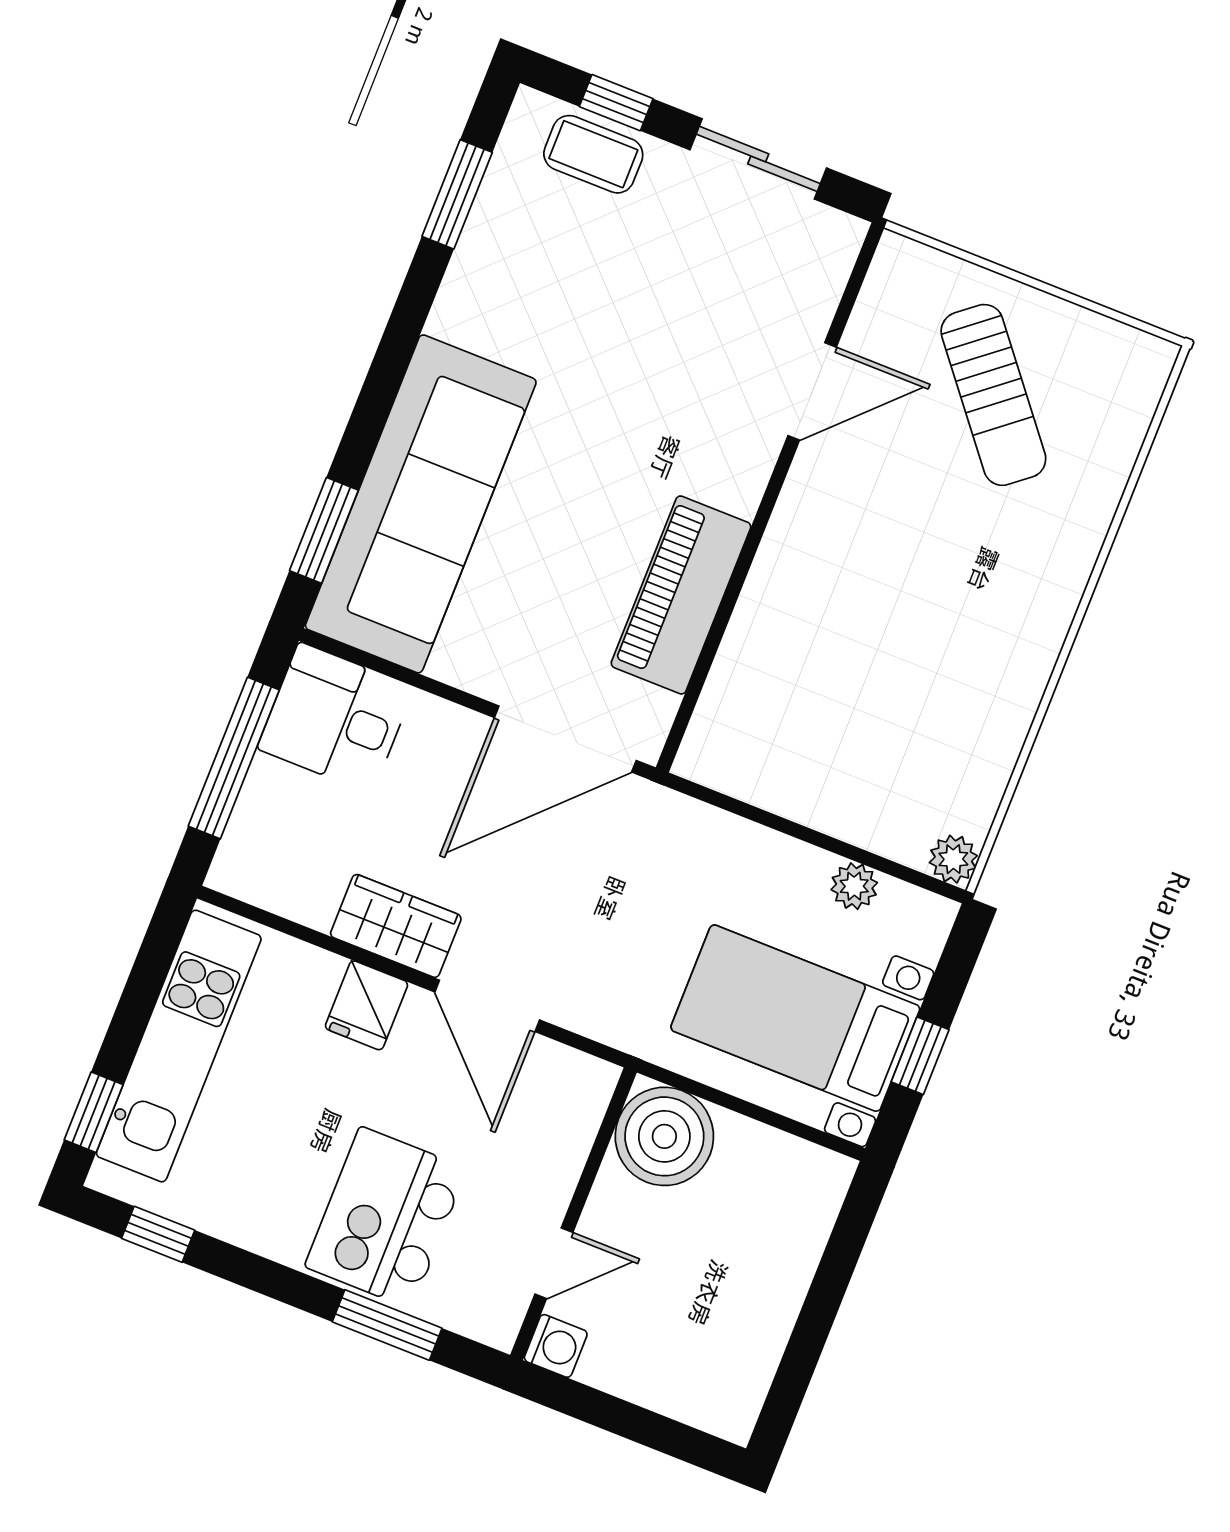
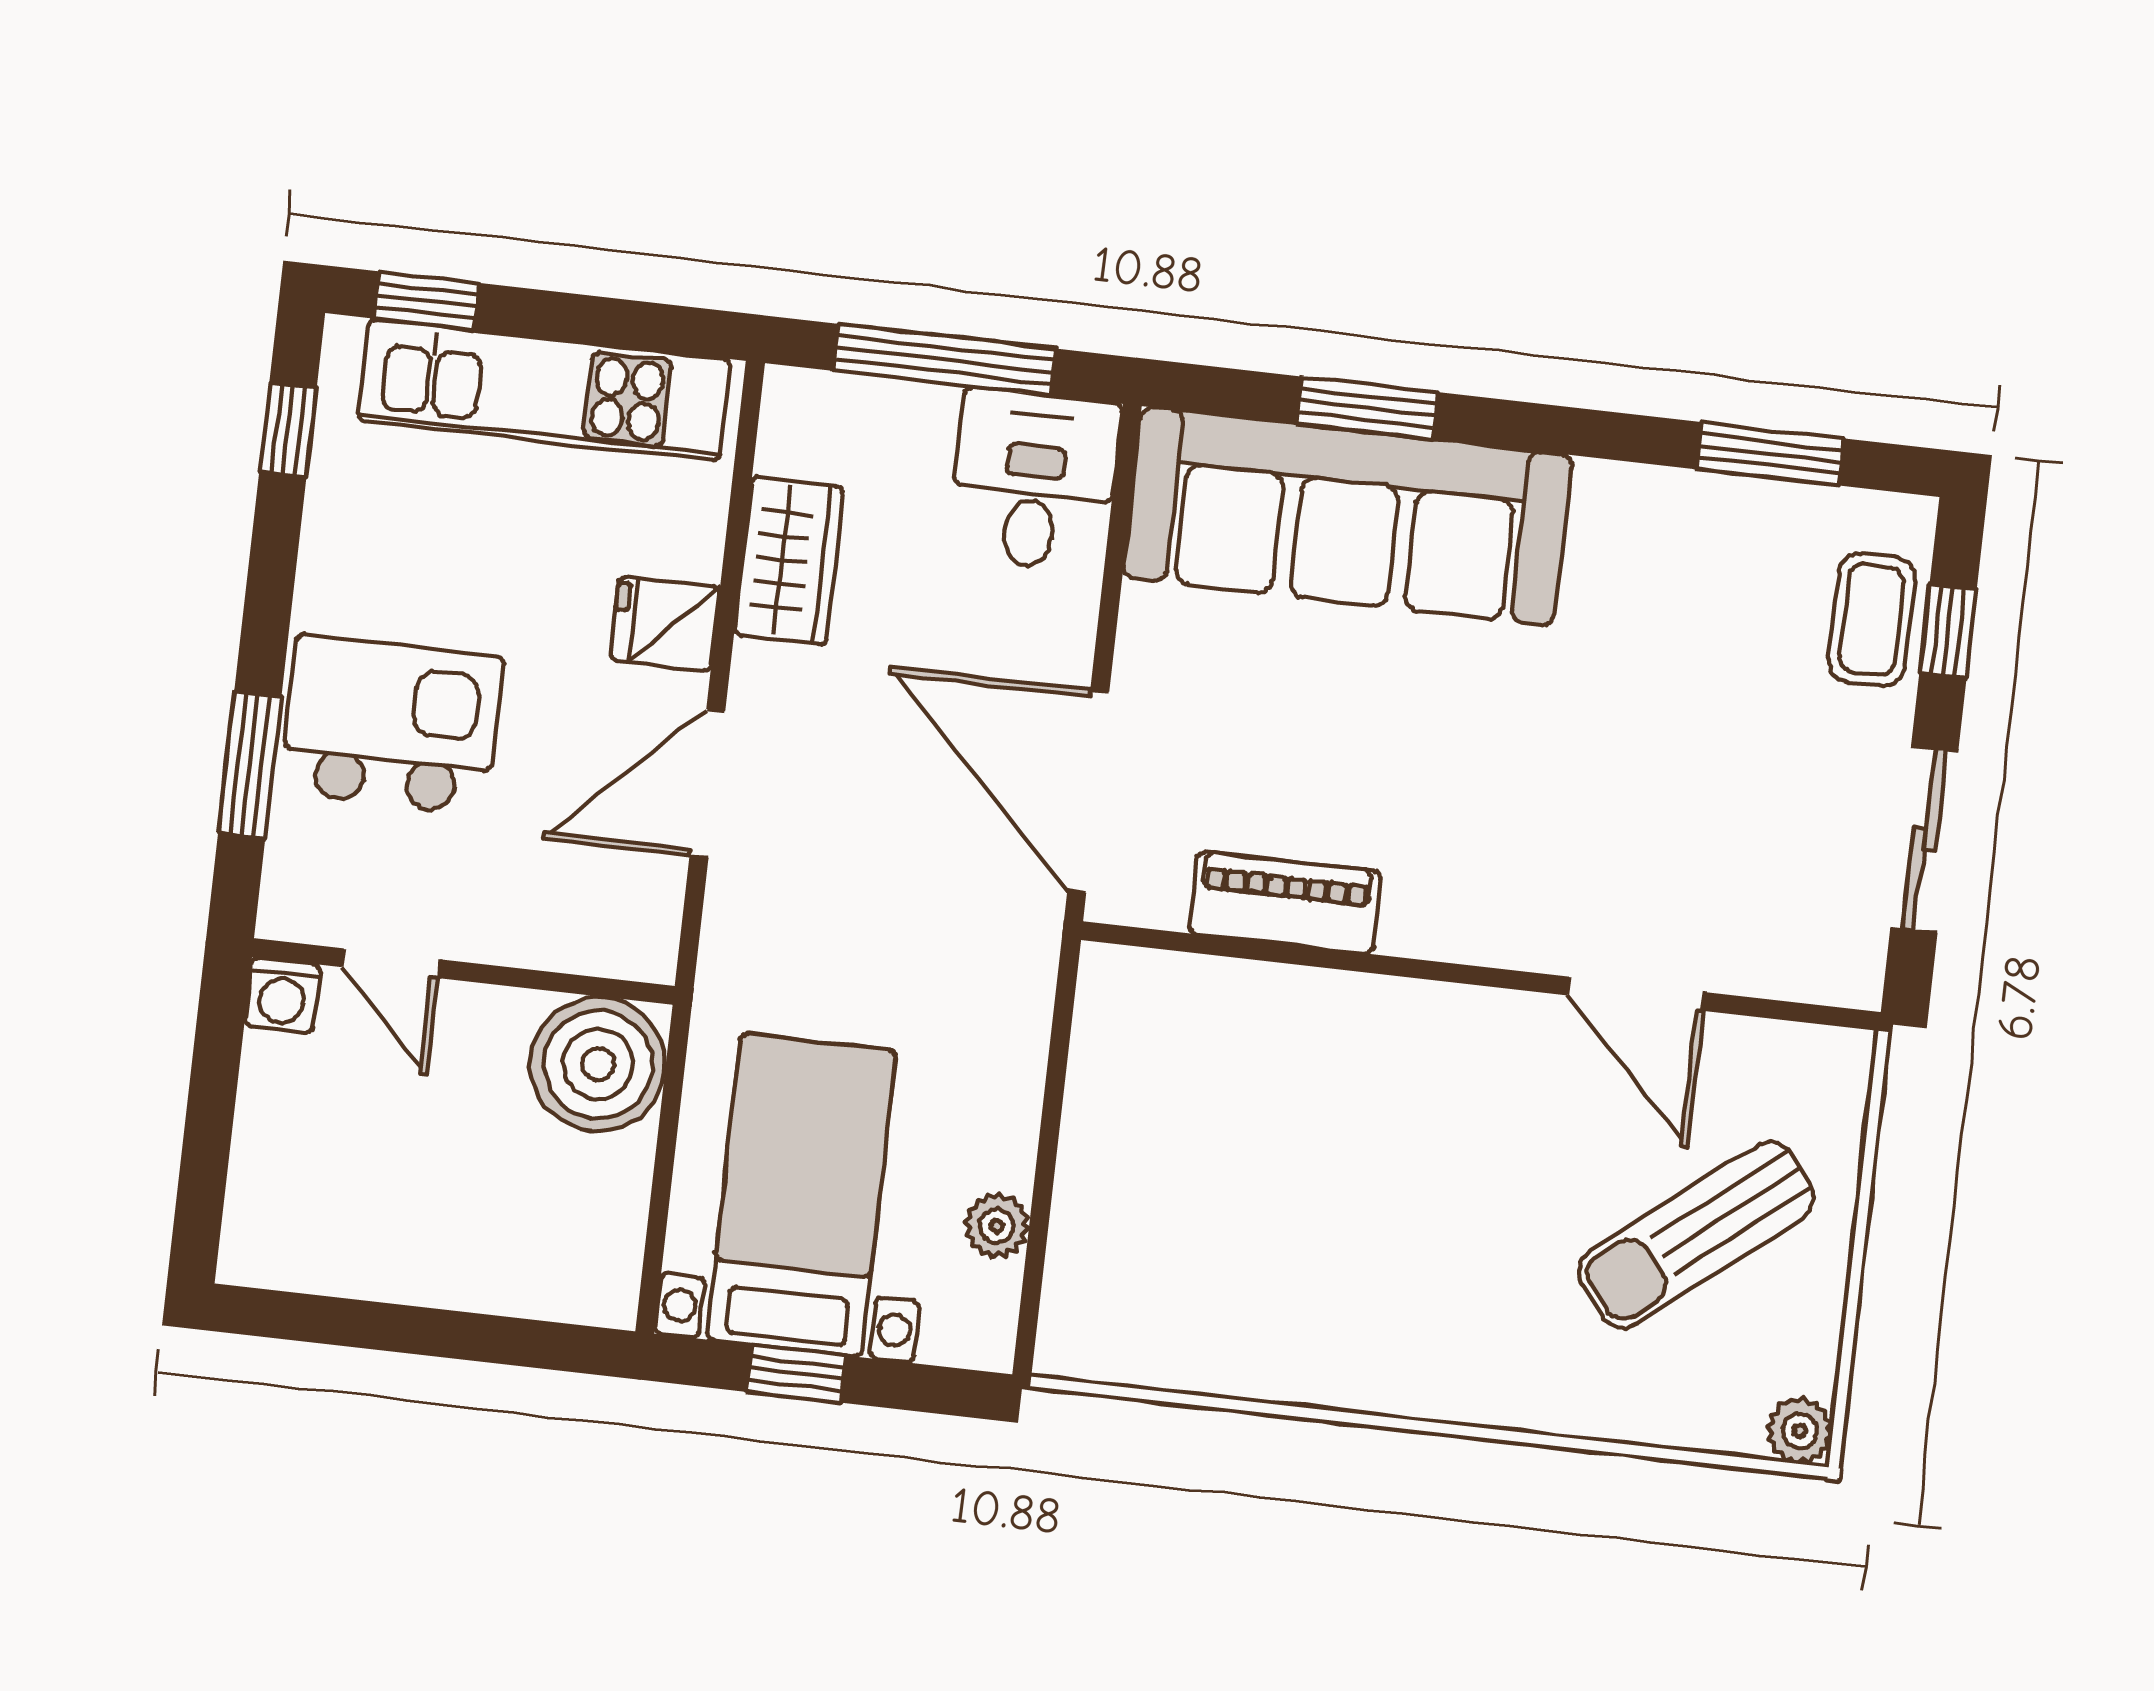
window: (324, 530) -> (1367, 408), moved
piano: (681, 595) -> (1285, 903), width x0.73, depth x0.75
plant: (953, 859) -> (1800, 1431), moved
wardrobe: (396, 926) -> (789, 561), moved

